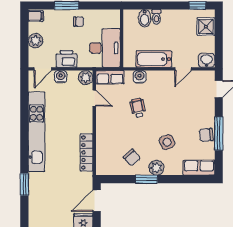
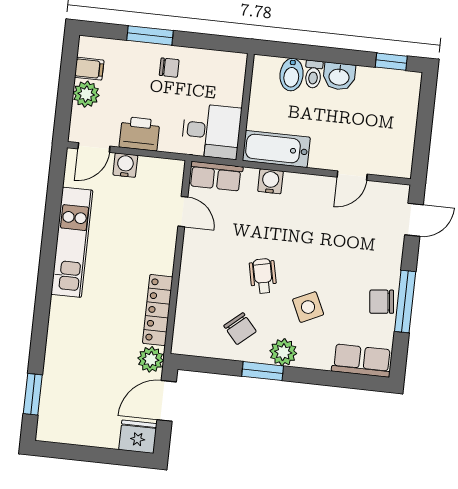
filing cabinet: (36, 16) -> (89, 69), moved
shower: (206, 27) -> (403, 102), removed
desk: (105, 48) -> (211, 131), width x0.73
bathtub: (154, 59) -> (276, 149), moved
washbasin: (207, 60) -> (339, 76), moved, turned 180
plant: (86, 78) -> (151, 359), moved
wheelchair: (138, 108) -> (263, 276), moved
kitchen unit: (37, 132) -> (72, 242), width x0.73
window: (24, 184) -> (33, 394), moved

